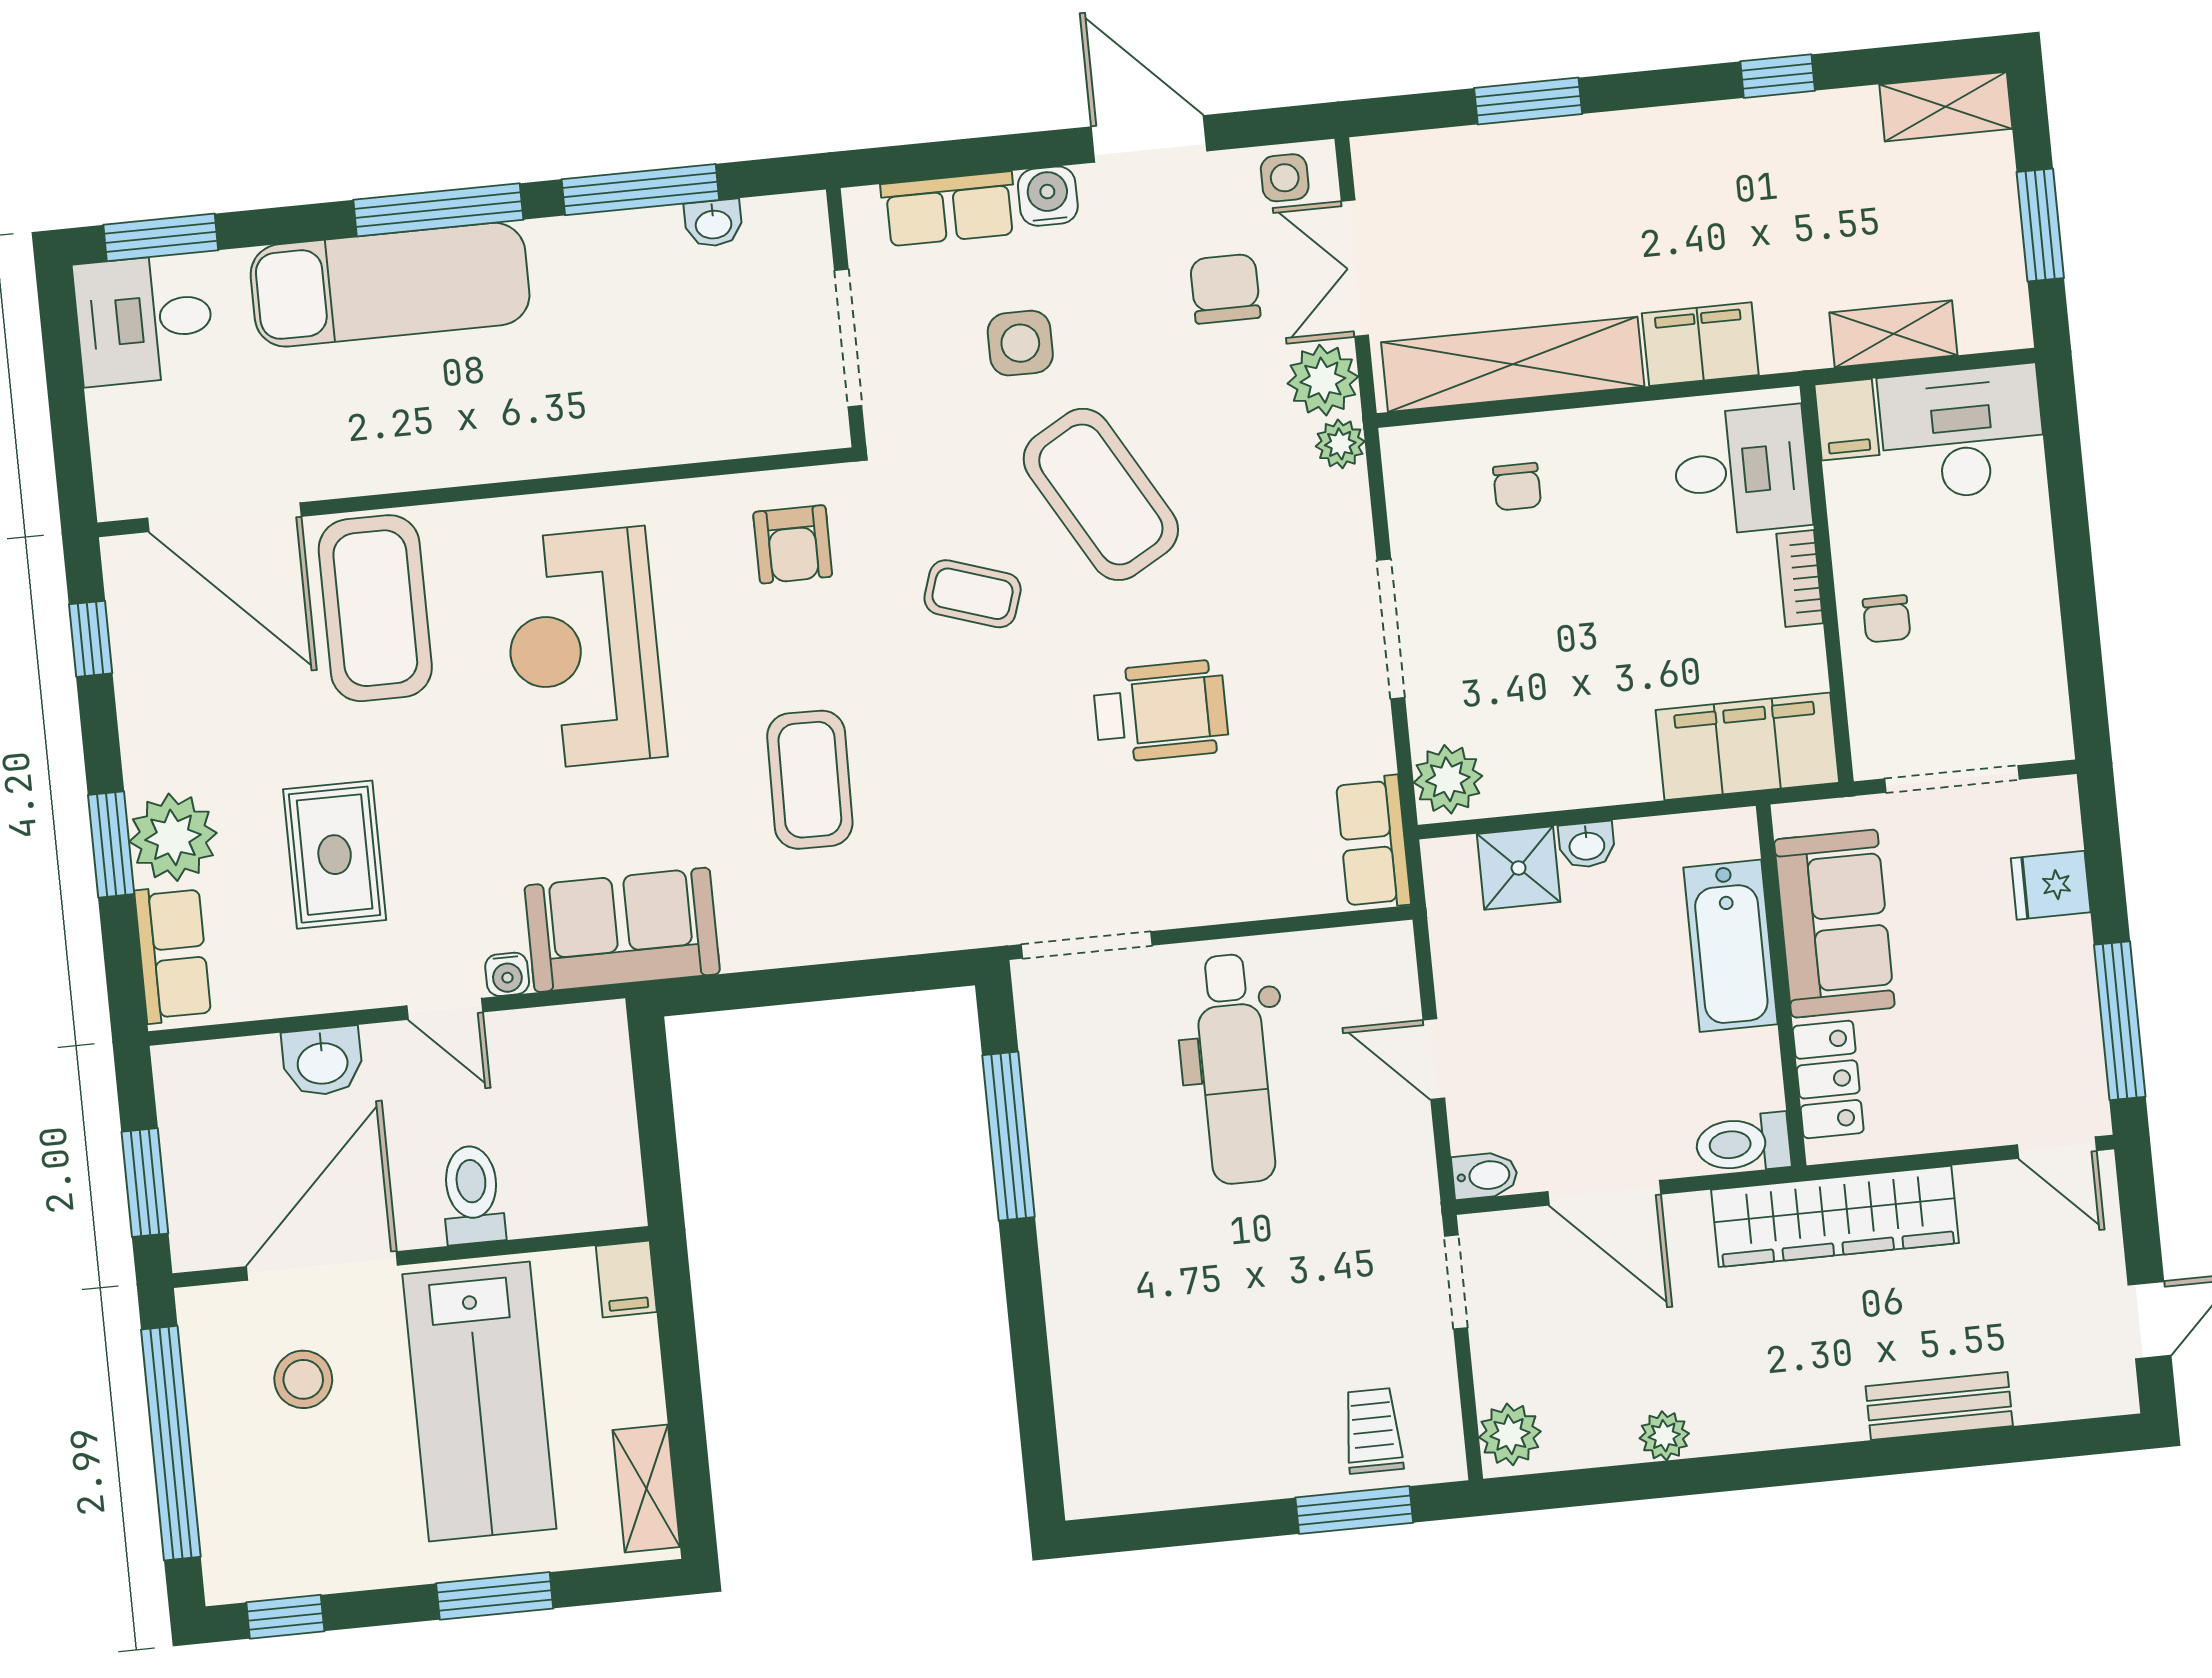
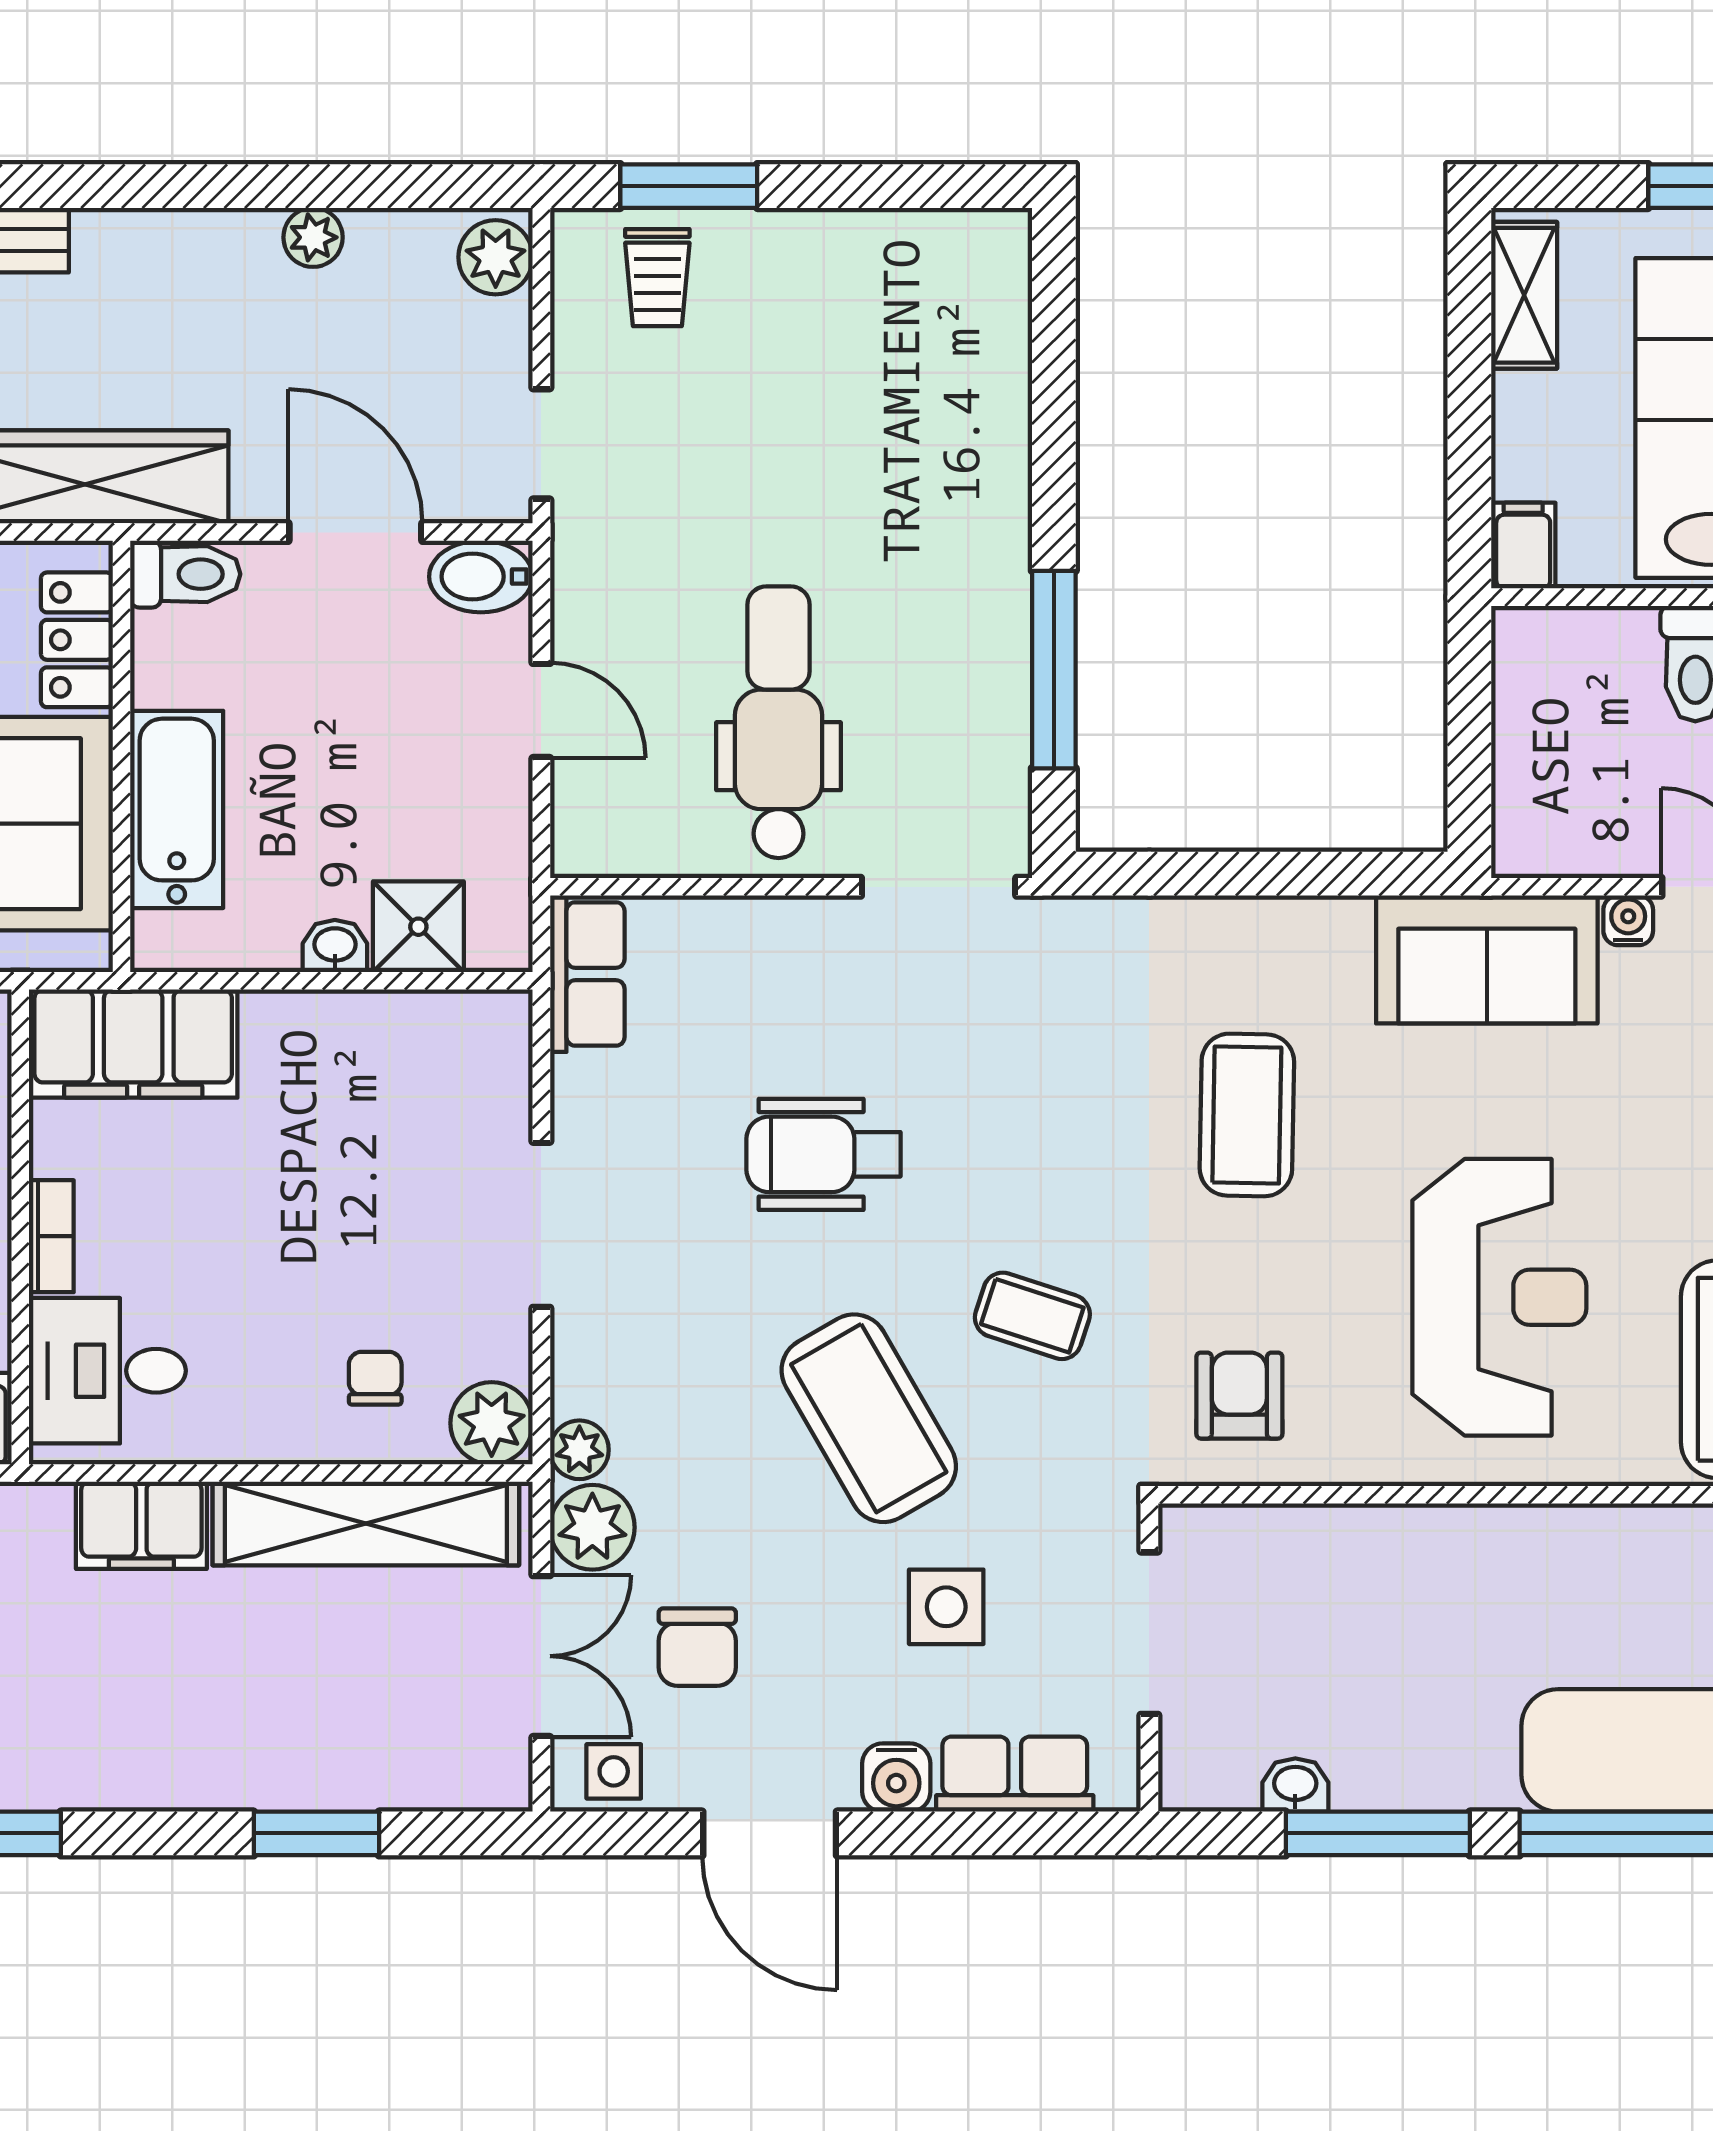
plant: (1448, 779) -> (492, 1423), moved
bidet: (1485, 1176) -> (481, 577), width x1.38, depth x1.36

